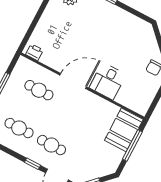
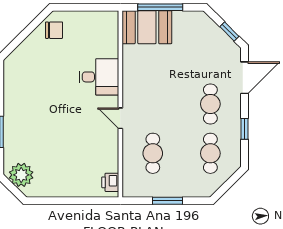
door: (73, 81) -> (120, 118), width x0.53
window: (32, 164) -> (244, 129), moved

